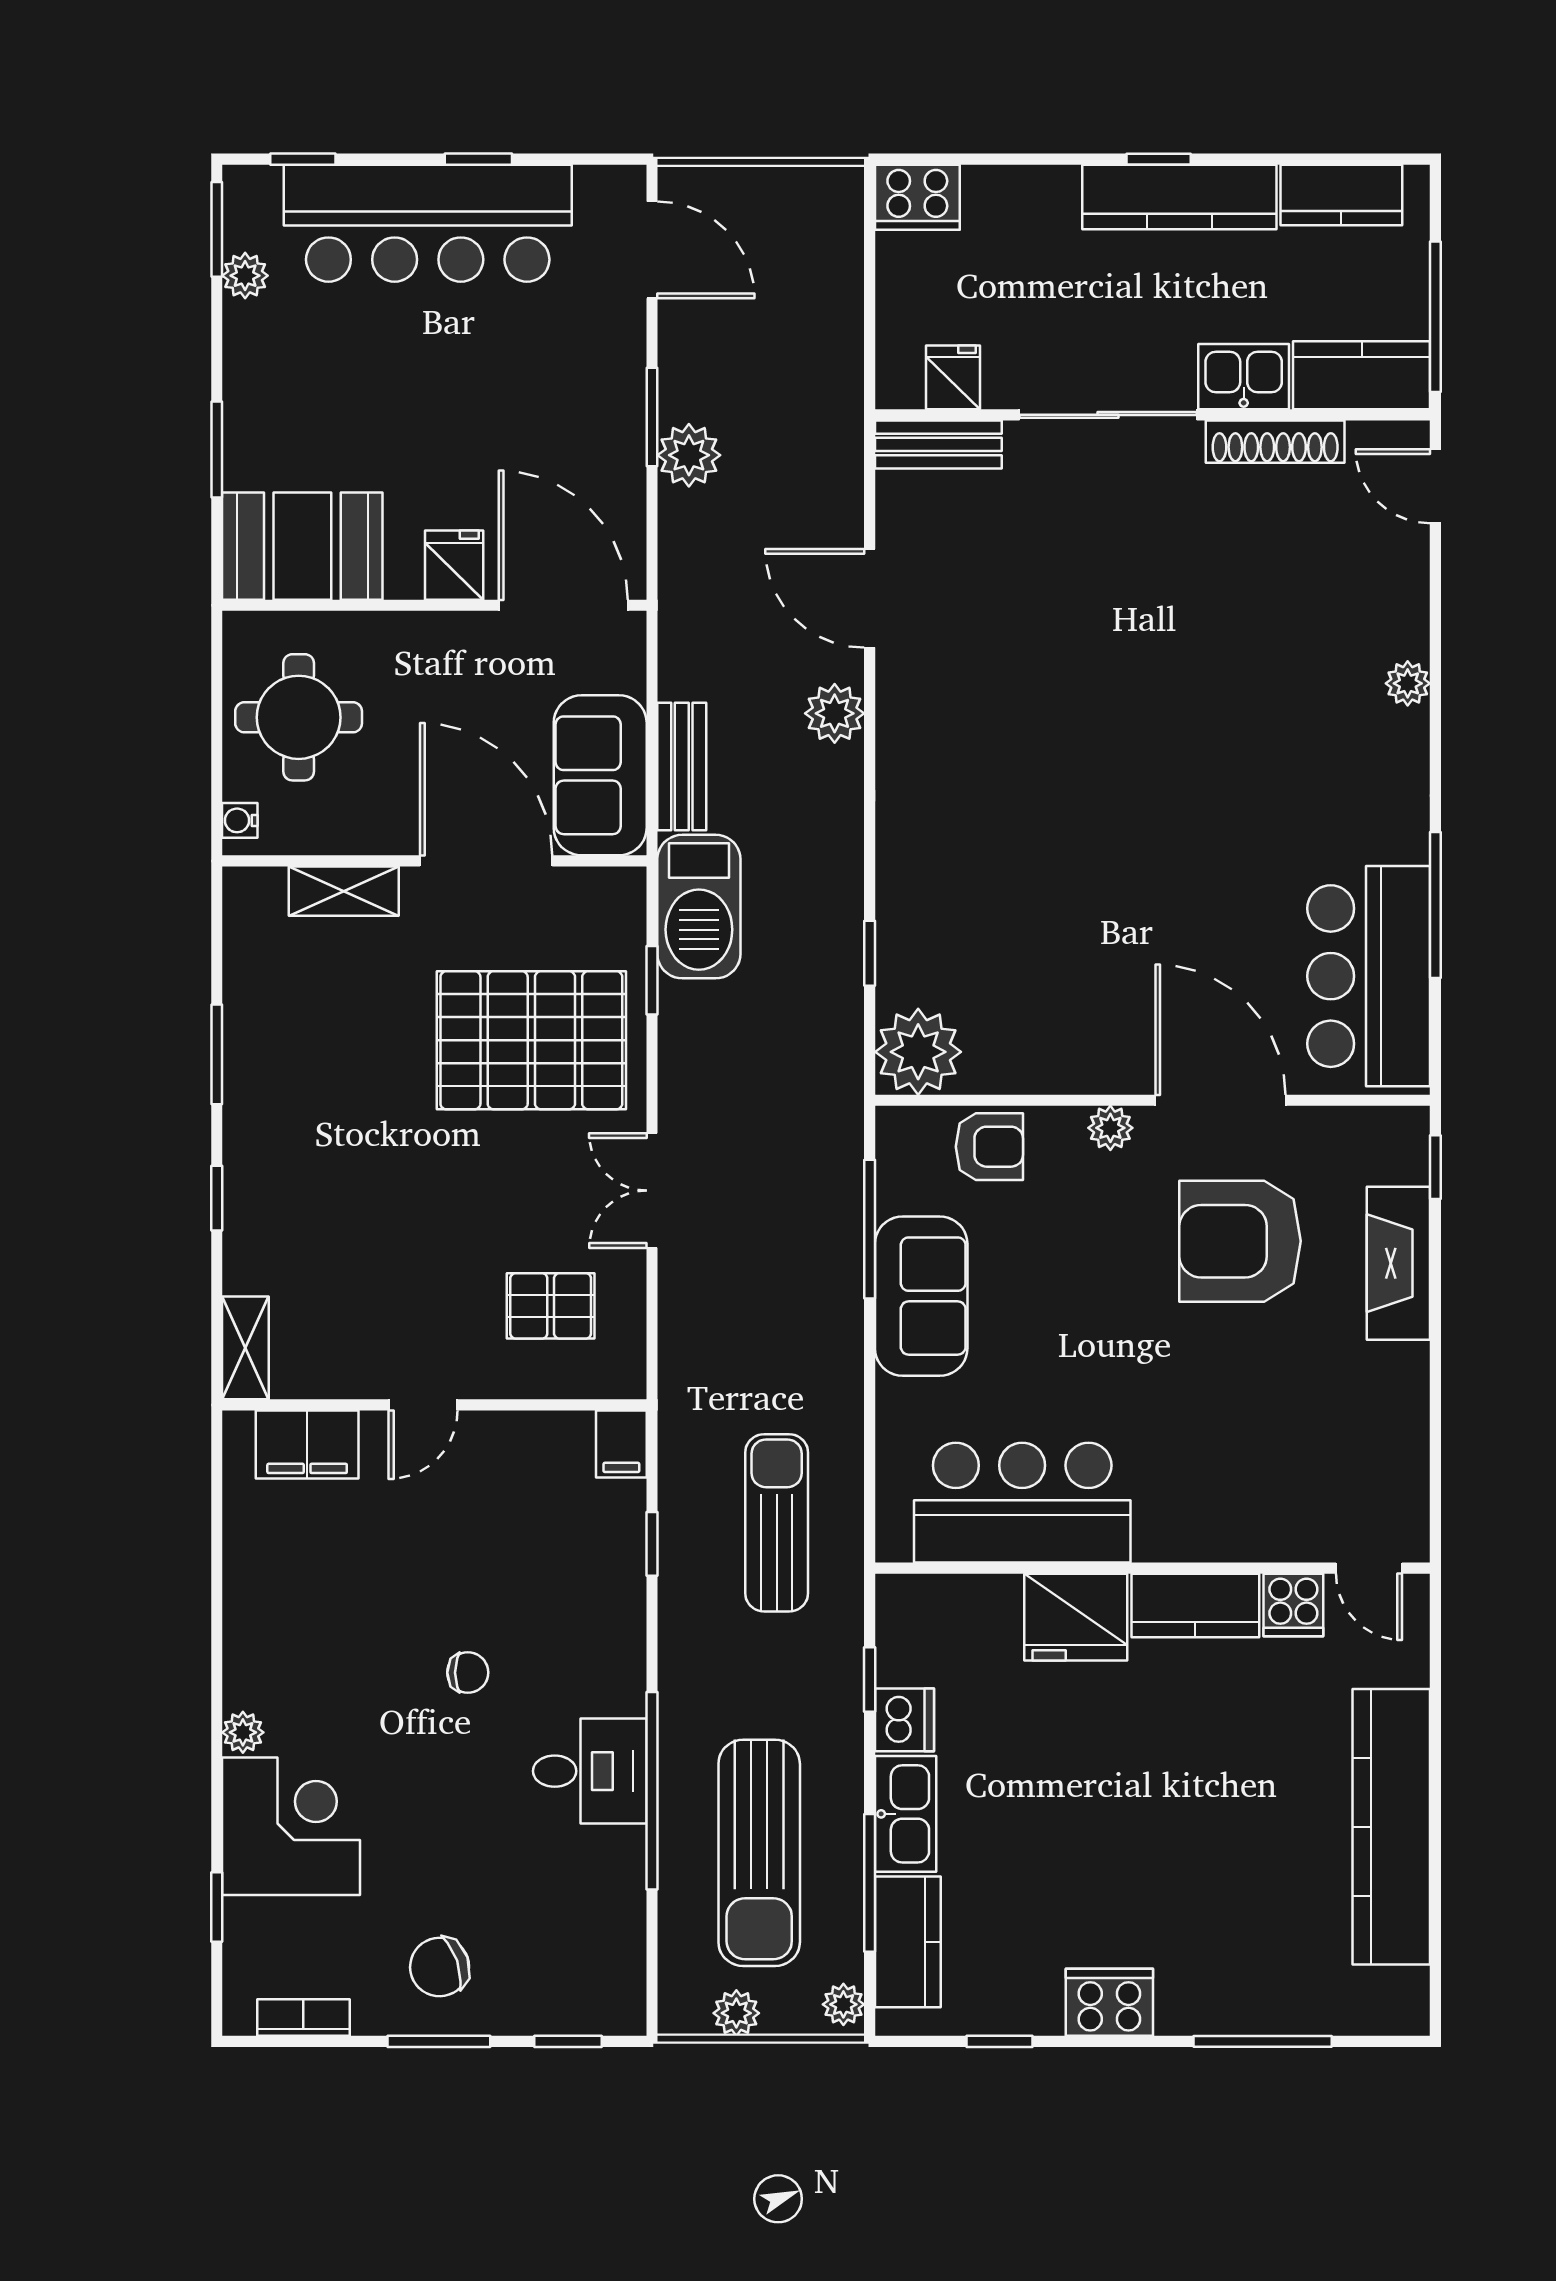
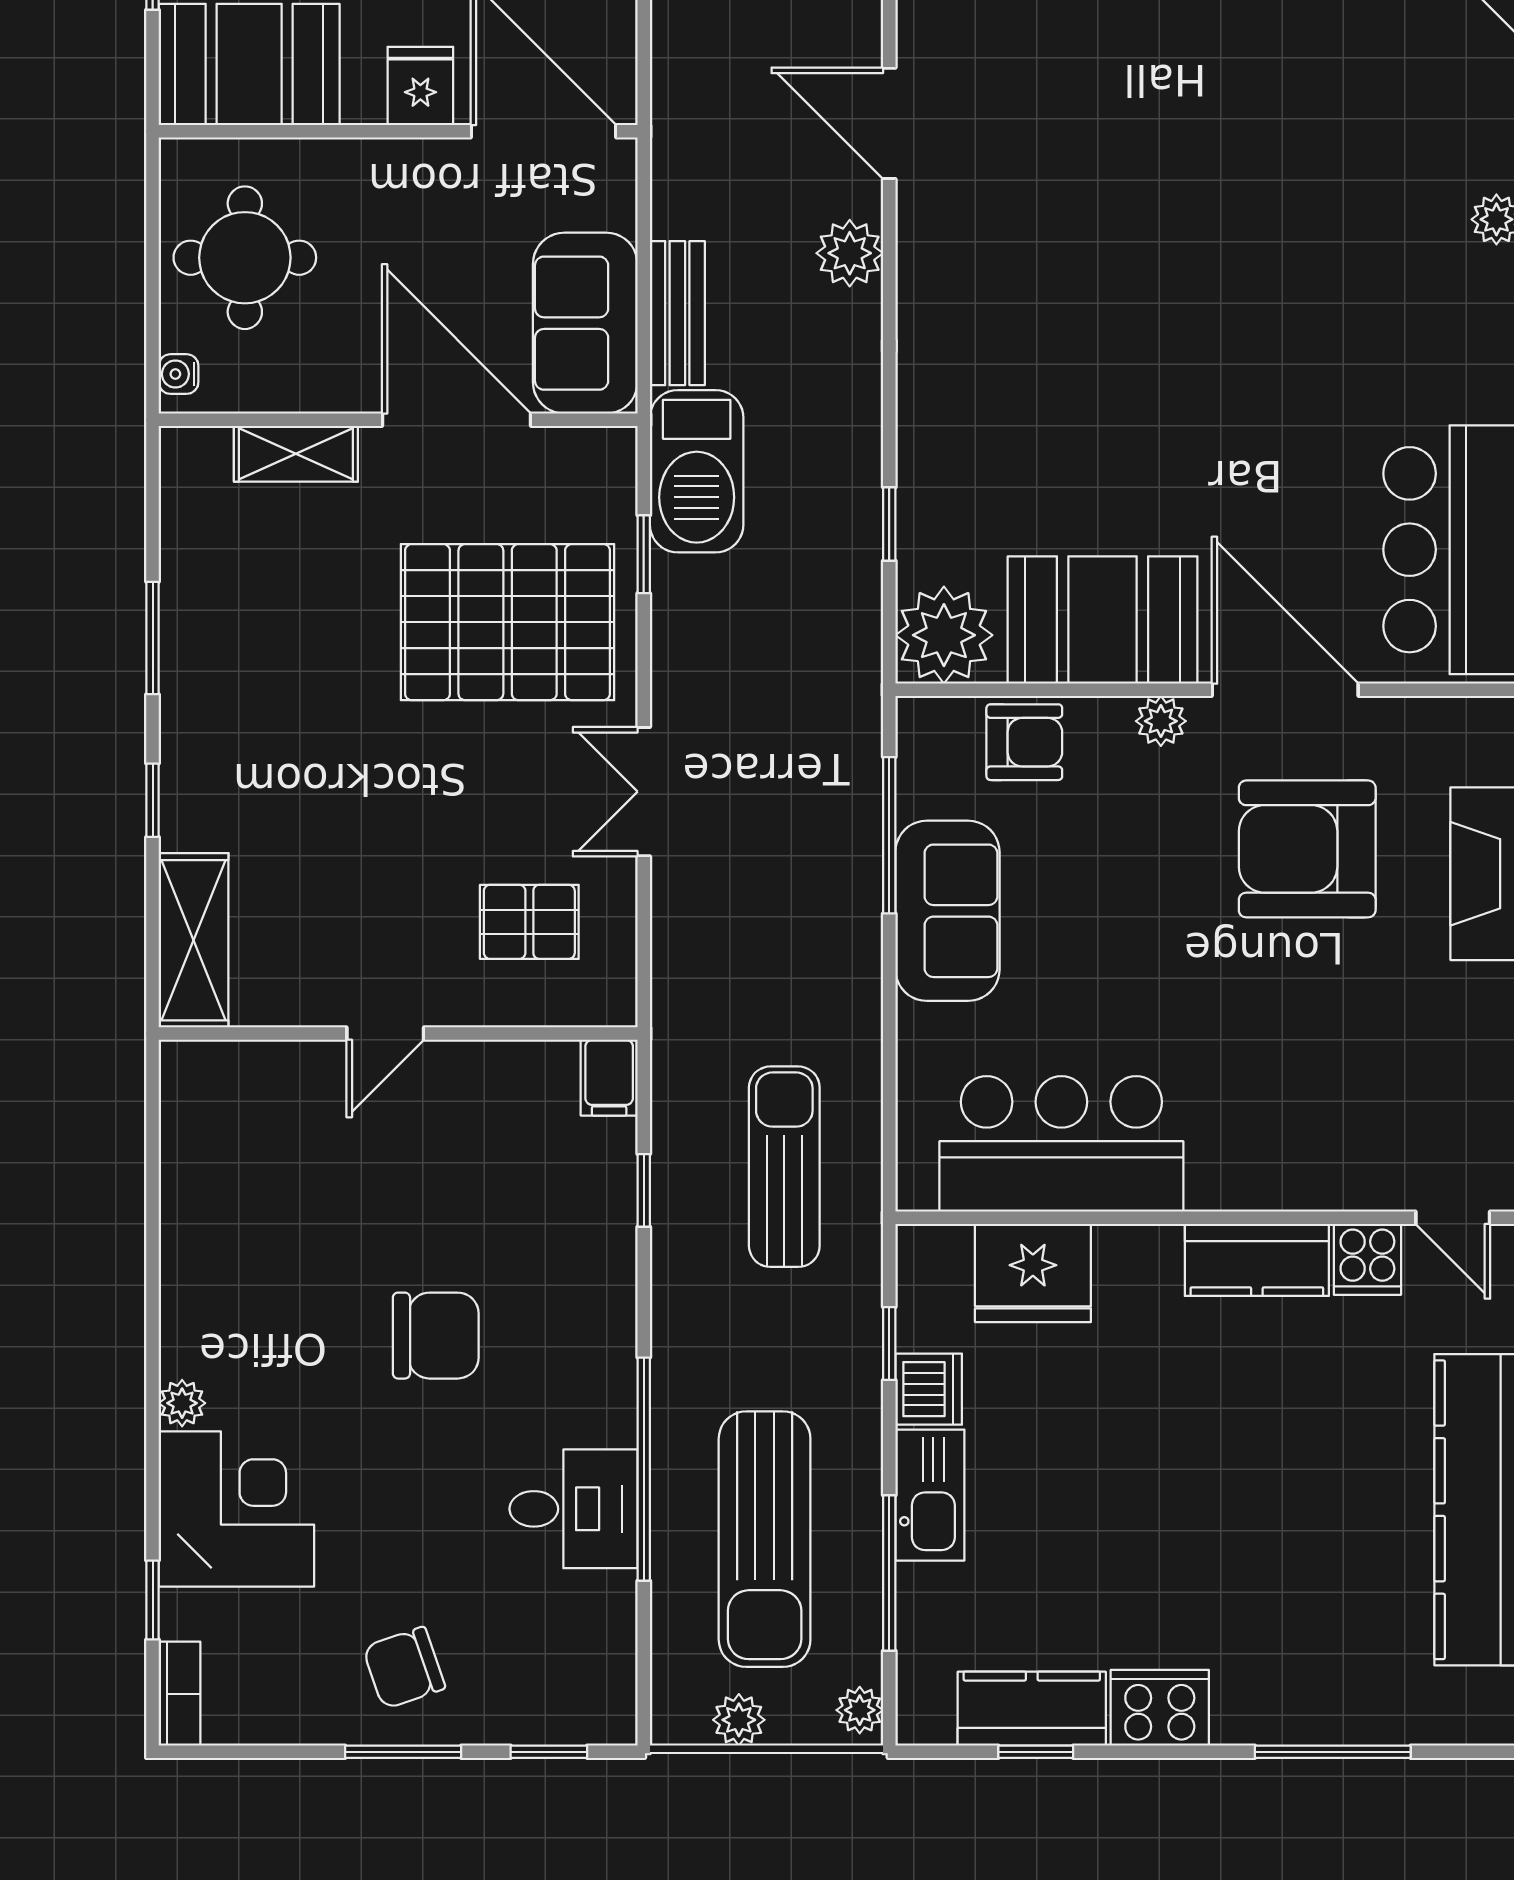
booth: (1059, 1038) -> (1103, 620), added
shelving: (245, 1348) -> (194, 940), width x1.50, depth x1.33
filing cabinet: (307, 1445) -> (254, 1078), removed
fridge: (1076, 1617) -> (1033, 1273), moved
chair: (468, 1673) -> (436, 1336), width x1.87, depth x1.87
desk: (590, 1771) -> (574, 1509), moved
kitchen counter: (908, 1942) -> (1032, 1709), moved, turned -90
bookcase: (303, 2018) -> (180, 1694), moved, turned 90

